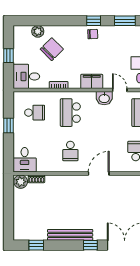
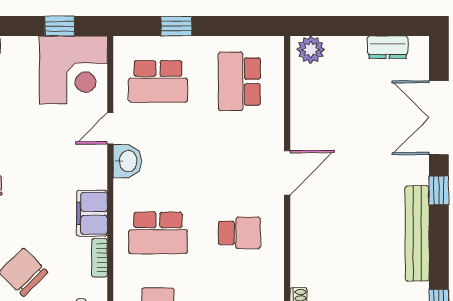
filing cabinet: (92, 81) -> (92, 213), moved
door: (99, 174) -> (287, 173), swing flipped

